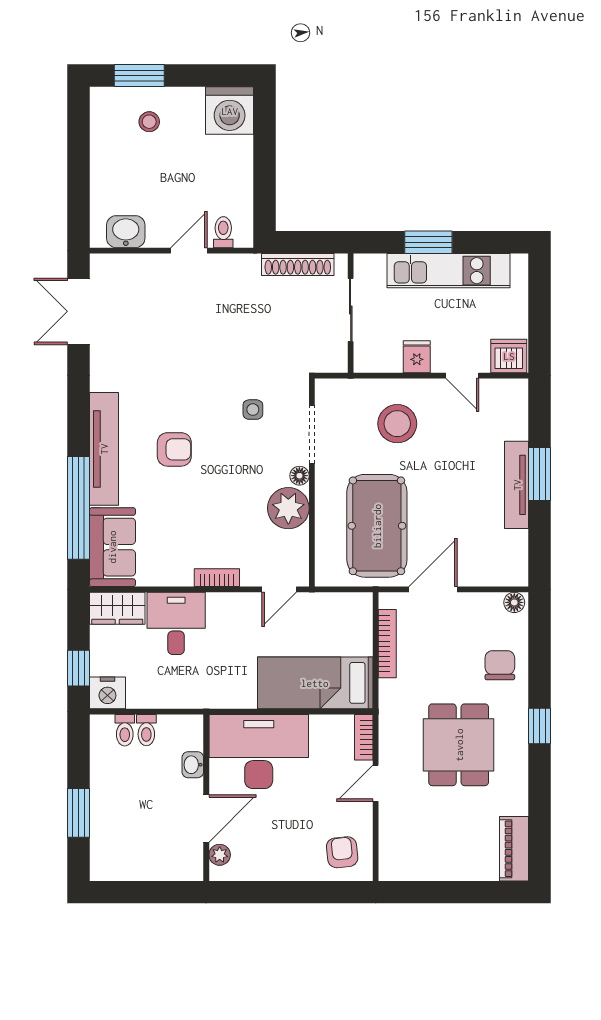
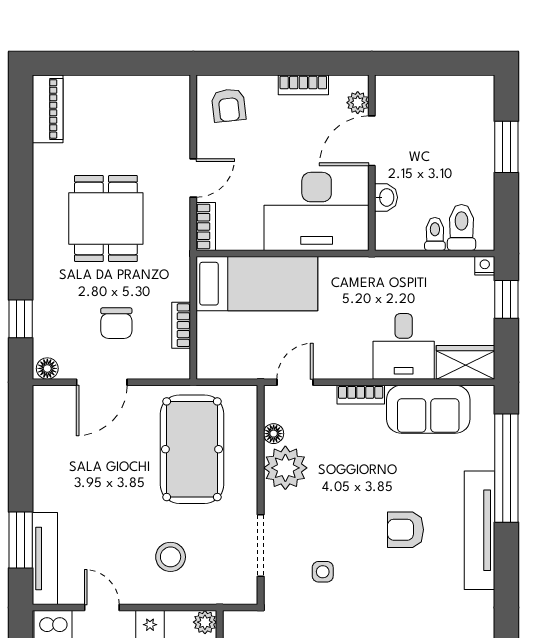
plant: (365, 362) -> (205, 622), added
stool: (397, 424) -> (171, 557), width x0.73, depth x0.73
window: (540, 474) -> (21, 540), moved
floor lamp: (299, 476) -> (274, 434), moved
tv unit: (517, 485) -> (45, 559), moved
sofa: (112, 547) -> (428, 409), moved, turned -90
door: (433, 589) -> (102, 382), moved
bookcase: (387, 644) -> (181, 325), width x0.64
chair: (500, 665) -> (116, 323), moved
nightstand: (107, 693) -> (485, 266), width x0.53, depth x0.56
window: (540, 726) -> (21, 319), moved
toilet: (125, 730) -> (461, 227), width x1.37, depth x1.39
bookcase: (271, 872) -> (303, 85), added

